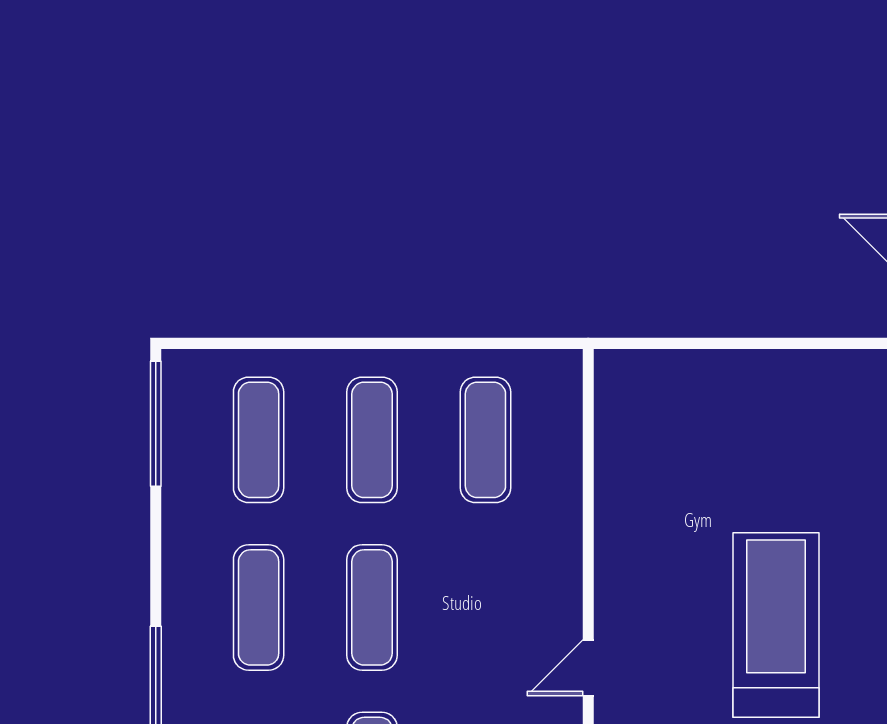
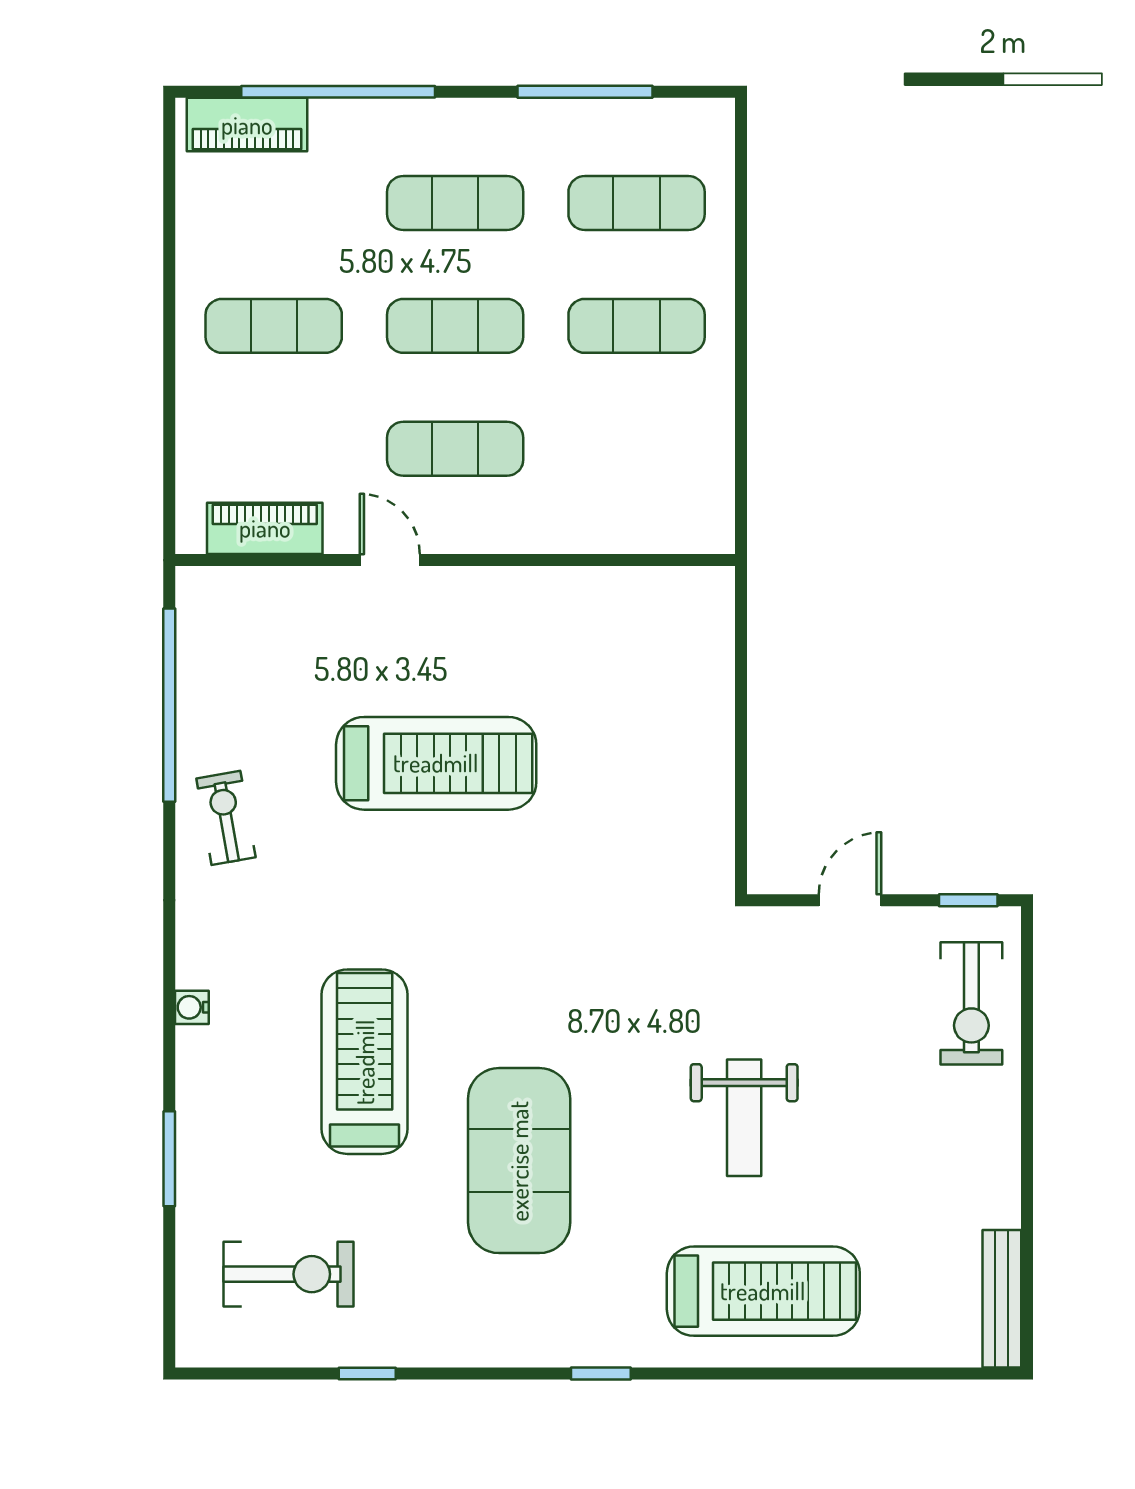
window: (156, 424) -> (585, 92), moved
exercise mat: (485, 440) -> (455, 449), moved

